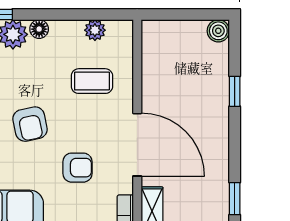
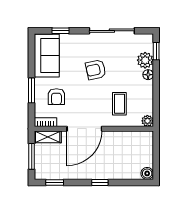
plant: (95, 30) -> (147, 121), moved
window: (235, 91) -> (100, 182), moved
armchair: (77, 168) -> (56, 97), moved

